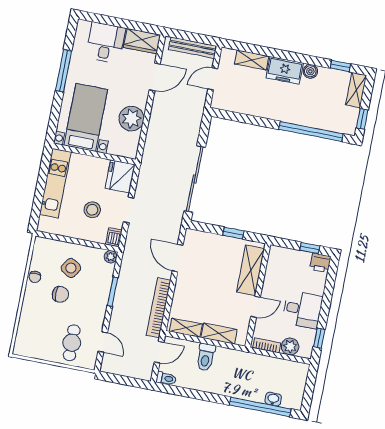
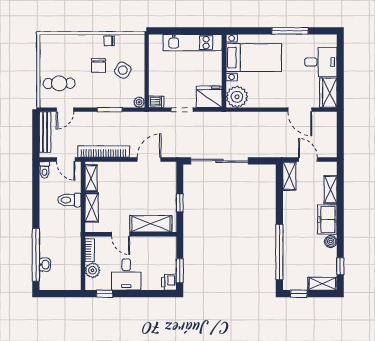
bench: (193, 48) -> (45, 132), moved
shelving: (227, 103) -> (289, 176), added
plant: (131, 119) -> (237, 97), moved
stool: (92, 210) -> (176, 79), removed
window: (310, 248) -> (180, 271), width x1.50

